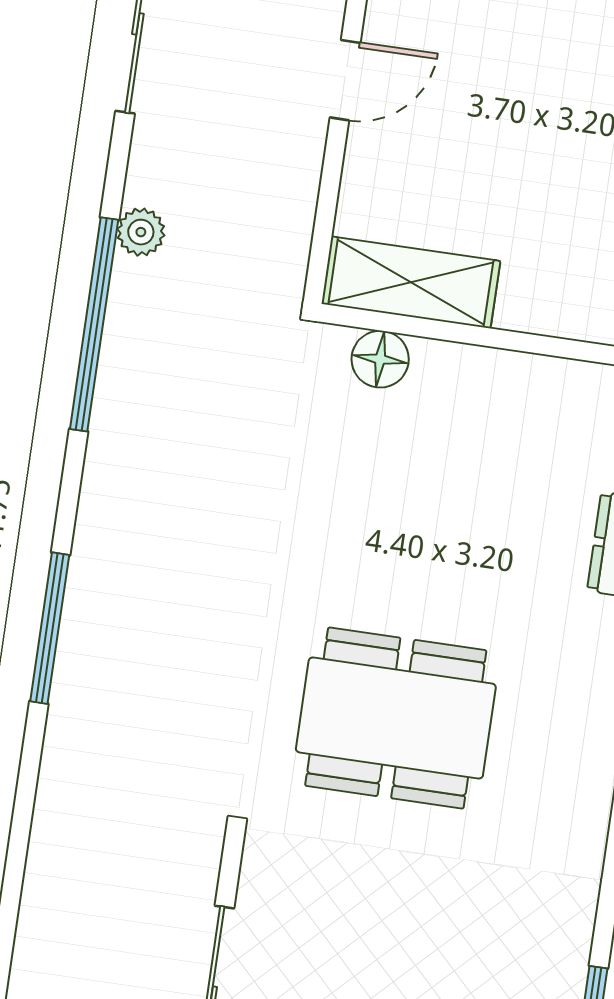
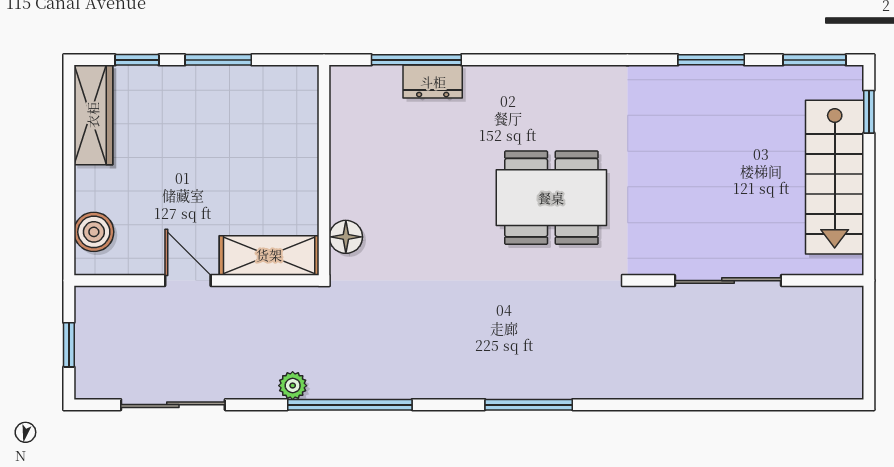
shelving: (411, 282) -> (269, 255), moved, turned 90
dining table: (396, 718) -> (551, 198), turned 90

